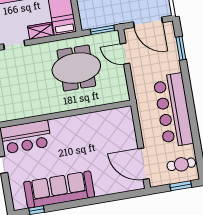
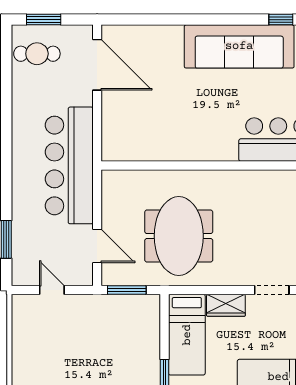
door: (148, 22) -> (52, 290), width x0.53
meeting table: (76, 68) -> (179, 236), turned 90
bar counter: (173, 110) -> (69, 165), moved, turned 180

